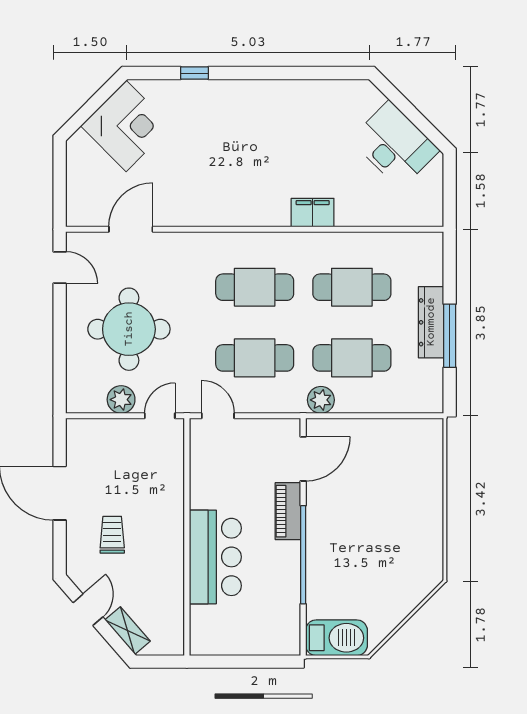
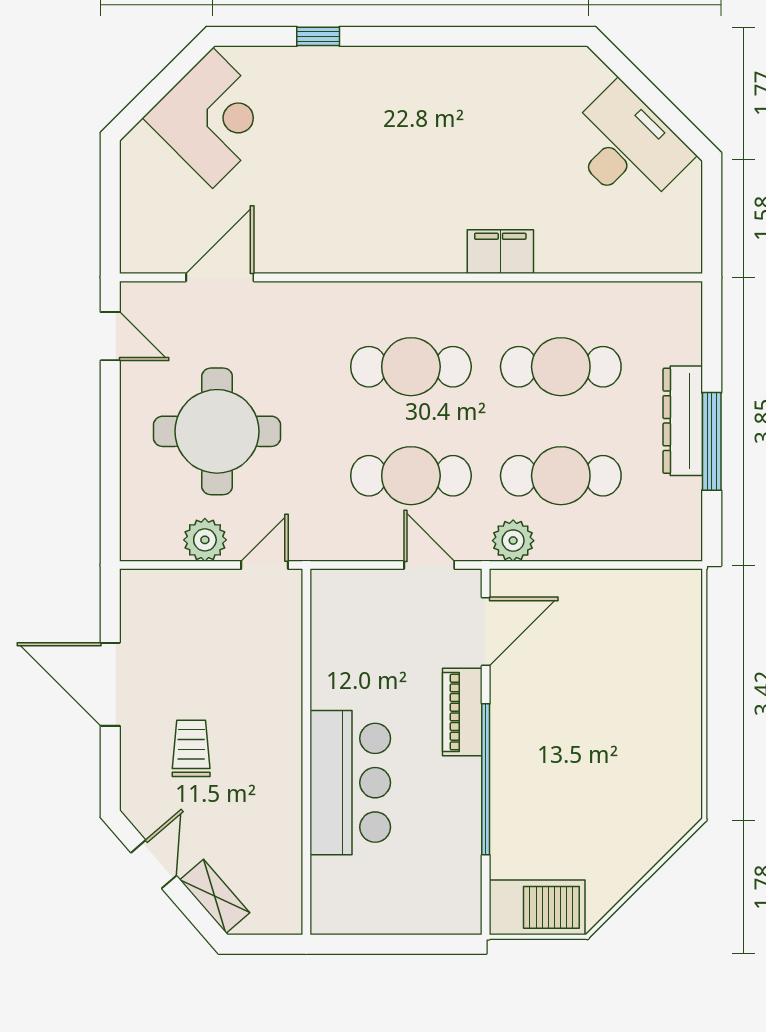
door: (218, 416) -> (429, 565), moved

